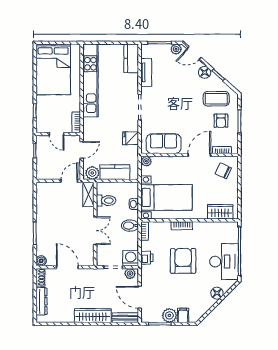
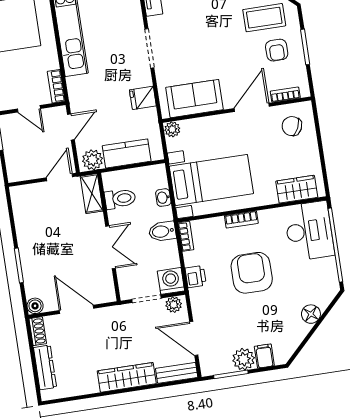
desk: (224, 262) -> (309, 231), moved

